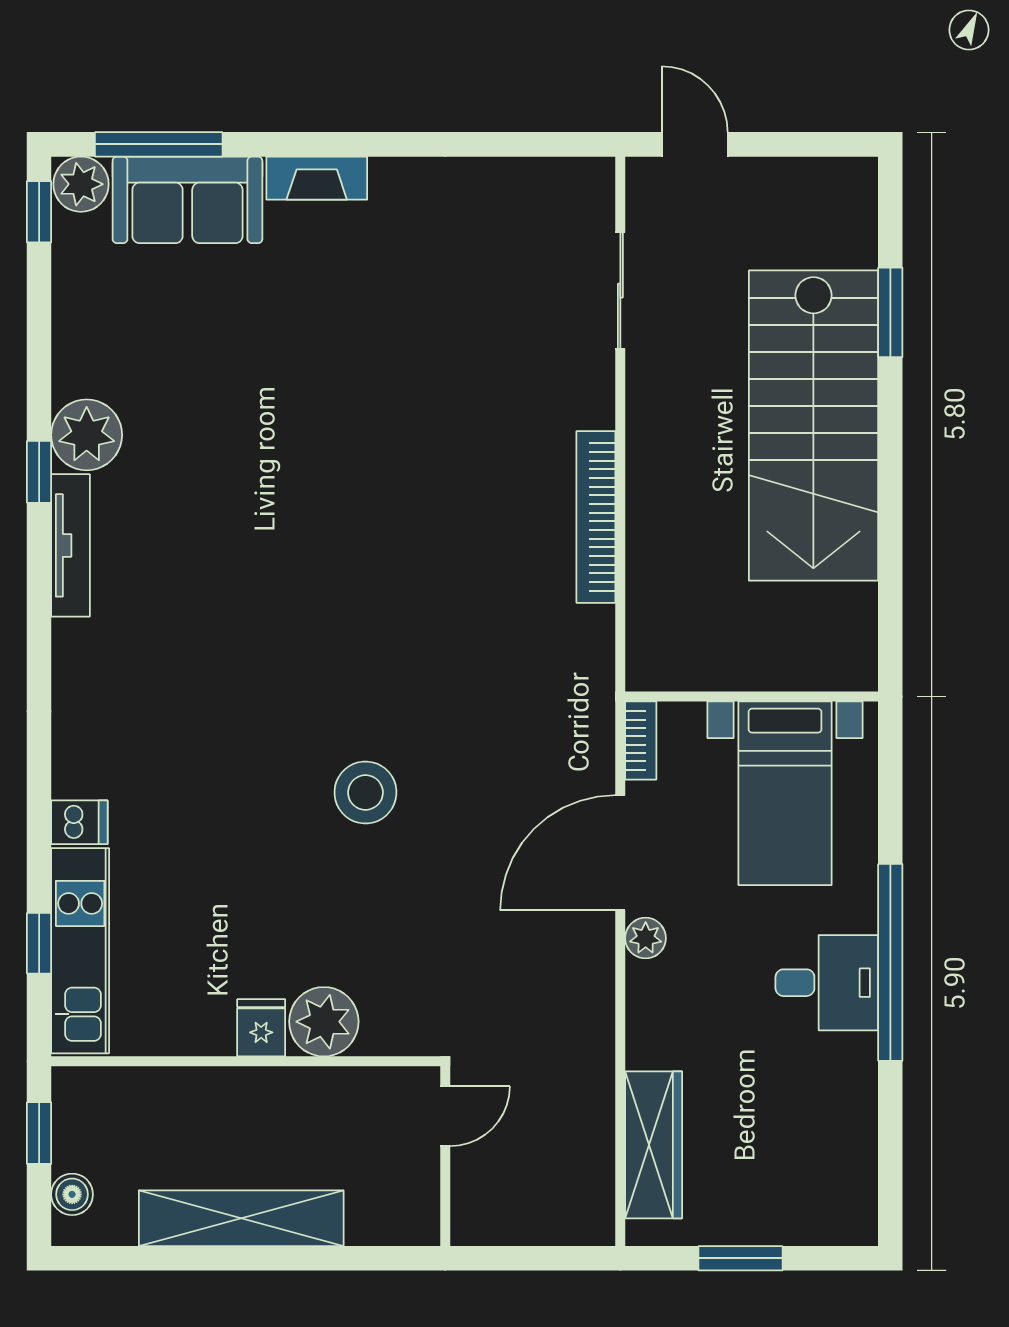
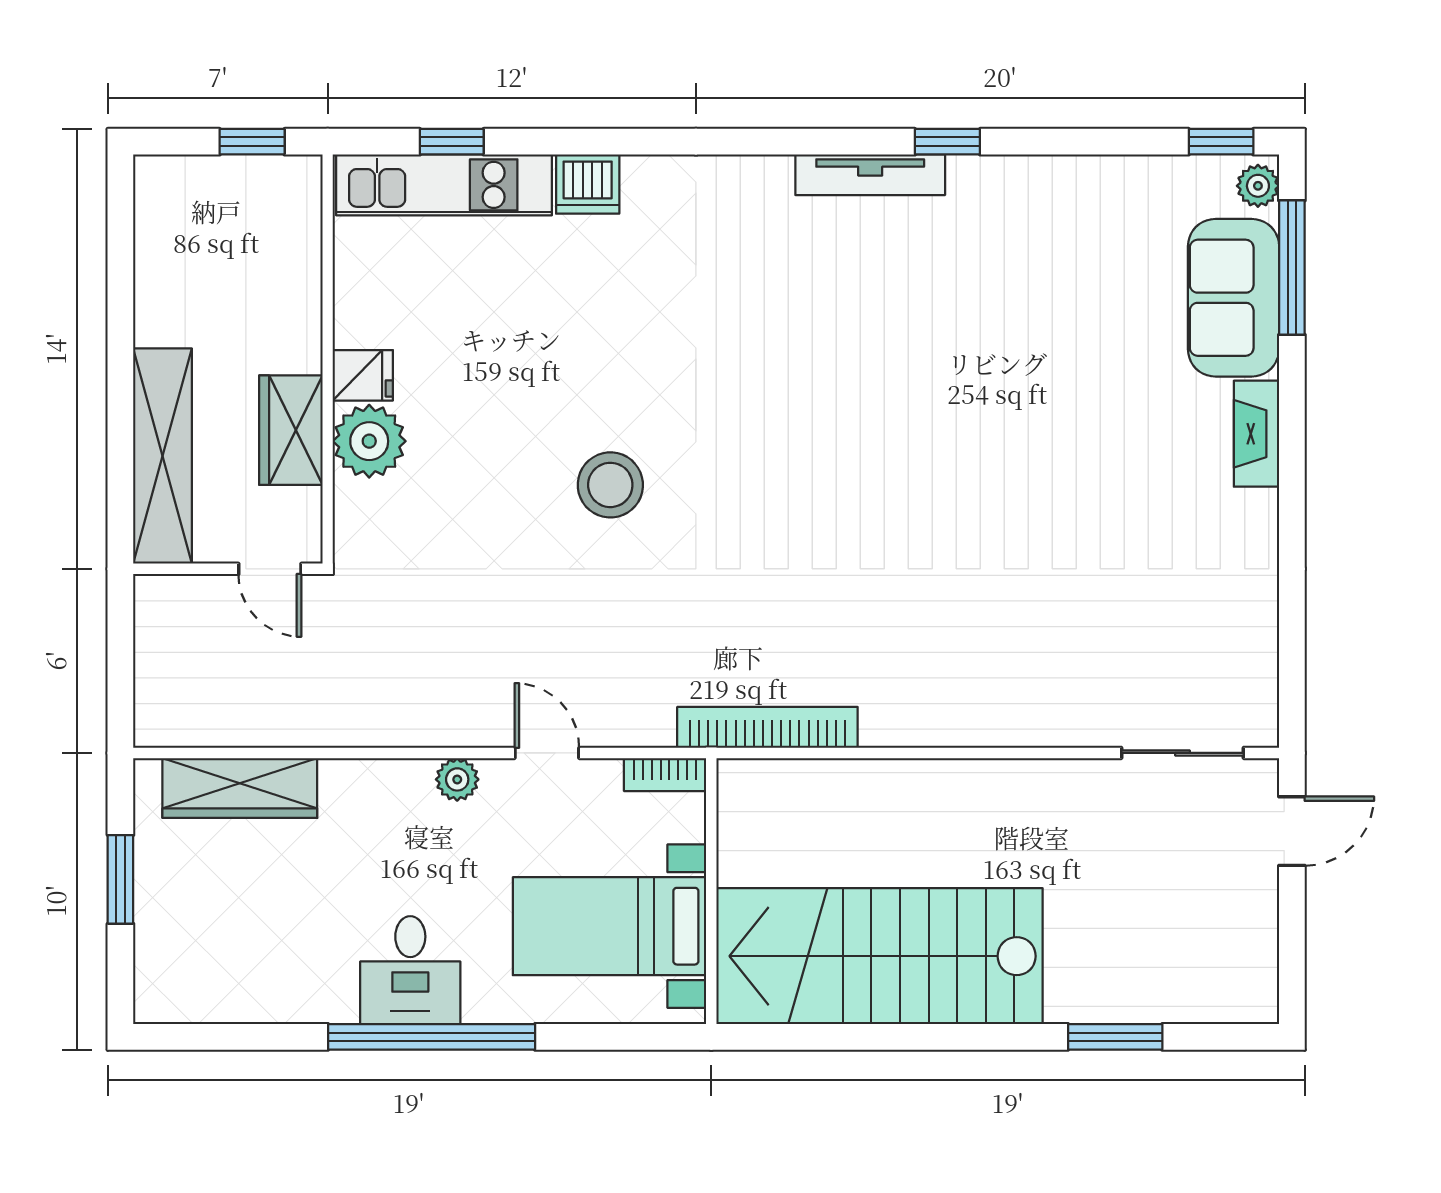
plant: (81, 184) -> (1258, 186), width x0.73, depth x0.73
sliding door: (620, 291) -> (1182, 753), moved
stairs: (813, 426) -> (880, 956), moved
plant: (87, 435) -> (986, 192), removed
bookcase: (596, 517) -> (767, 727), moved
dishwasher: (79, 822) -> (588, 184), width x1.38
door: (620, 853) -> (547, 753), width x0.53
wardrobe: (313, 1096) -> (291, 430), added
boiler: (72, 1194) -> (188, 176), removed
shelving: (241, 1218) -> (163, 456), moved

